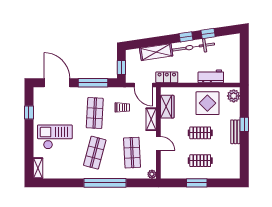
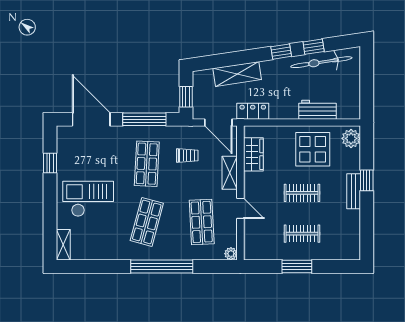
bicycle: (194, 47) -> (321, 62), moved

